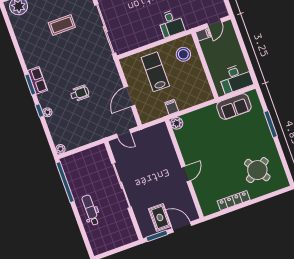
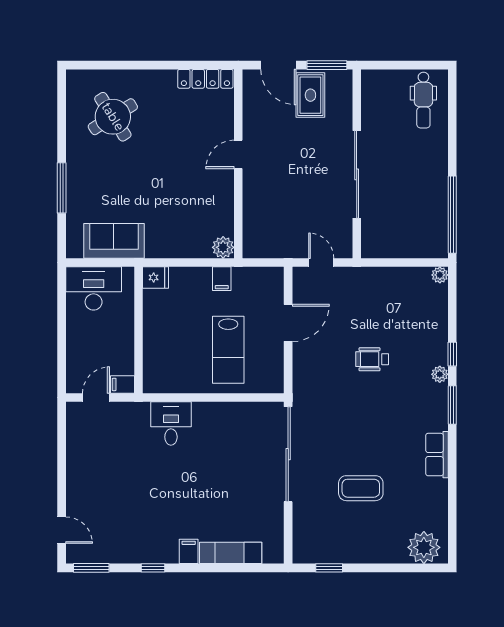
stool: (183, 54) -> (169, 362), removed
row of seats: (38, 80) -> (437, 455), moved
fridge: (206, 95) -> (156, 277), added
plant: (47, 112) -> (440, 374), moved
locker: (234, 201) -> (205, 79), moved
dental chair: (90, 210) -> (423, 100), moved

